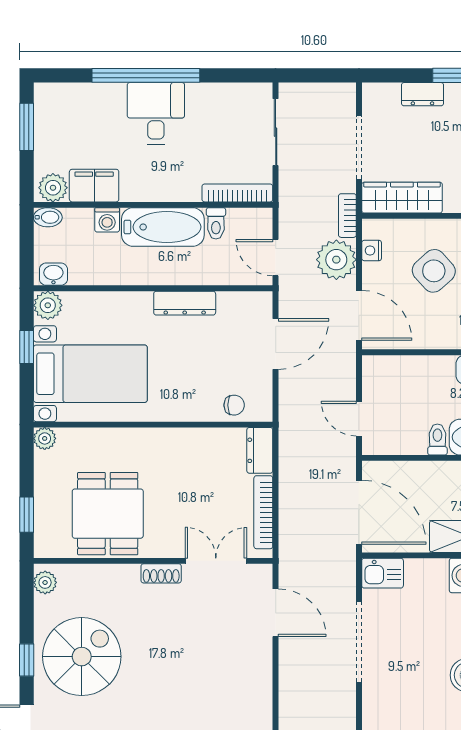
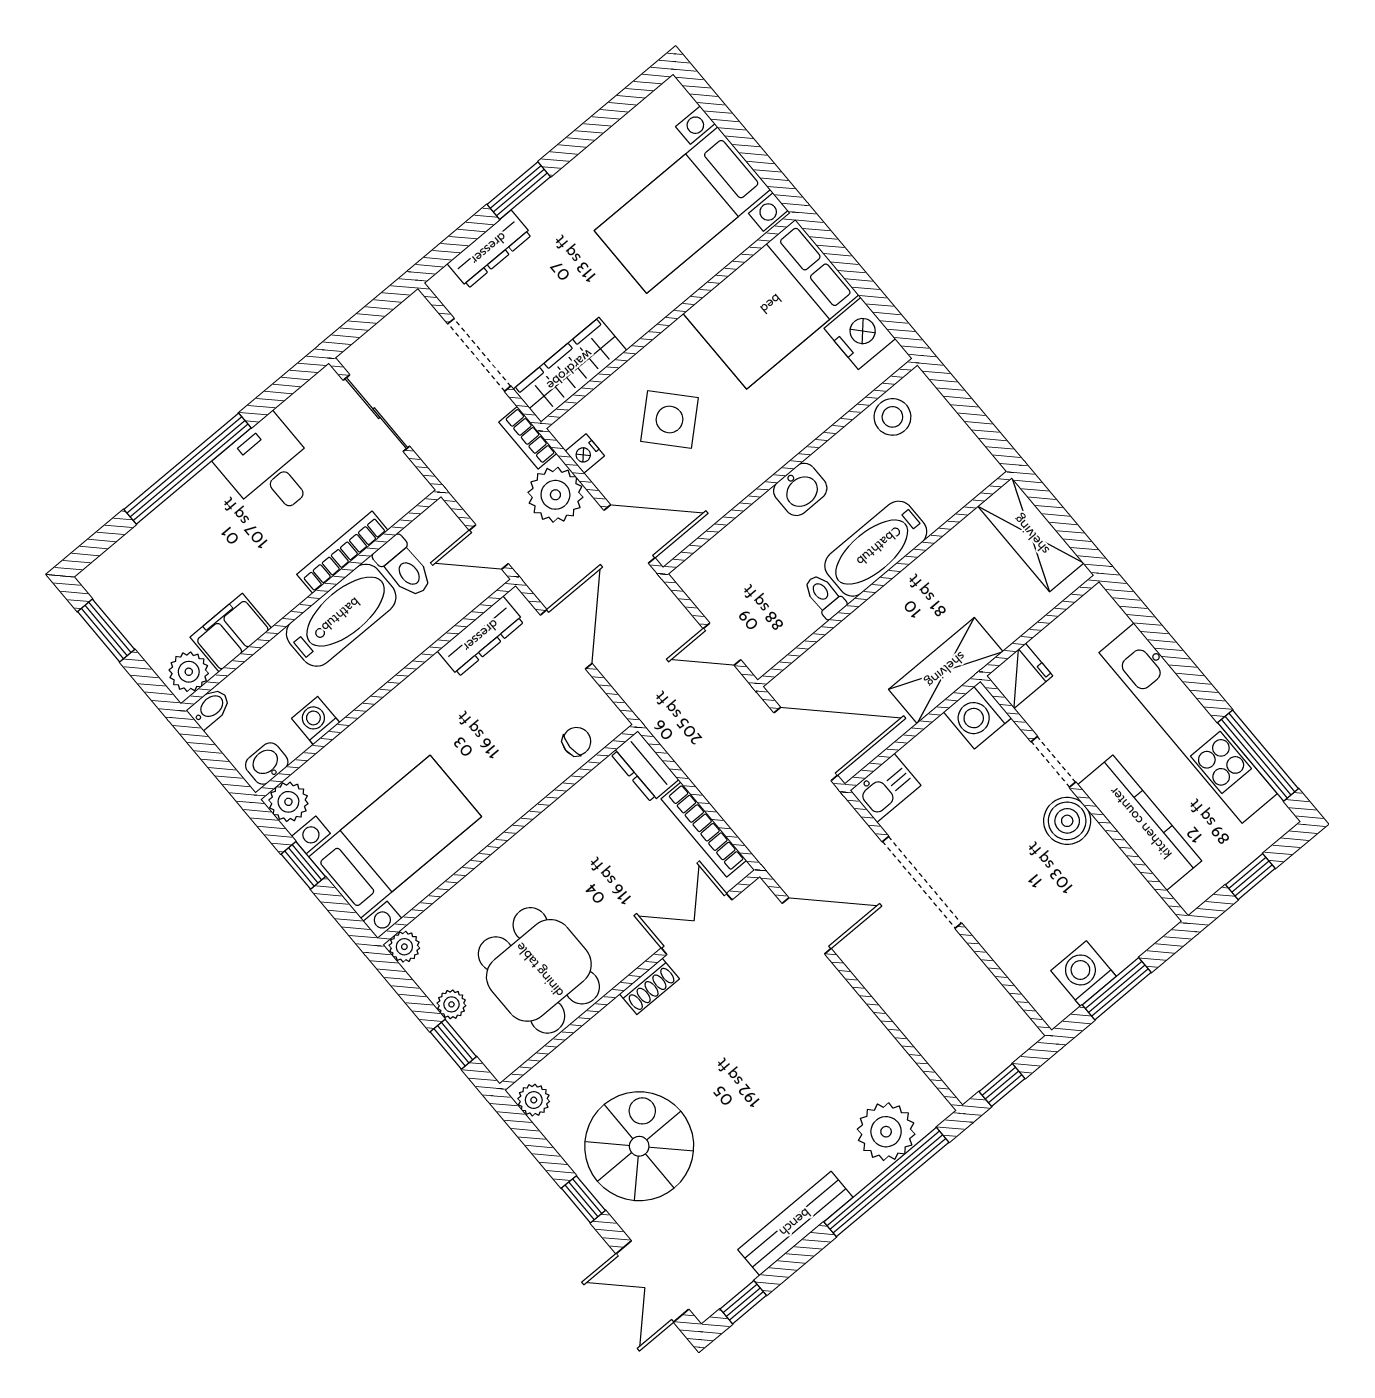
dresser: (422, 94) -> (489, 249), width x1.44
desk: (156, 113) -> (270, 468), moved
bookcase: (237, 193) -> (342, 552), moved
washing machine: (107, 220) -> (316, 721), moved, turned 180
toilet: (216, 223) -> (404, 567), width x1.37, depth x1.39
dresser: (185, 303) -> (481, 636), moved
plant: (44, 492) -> (451, 1004), added

